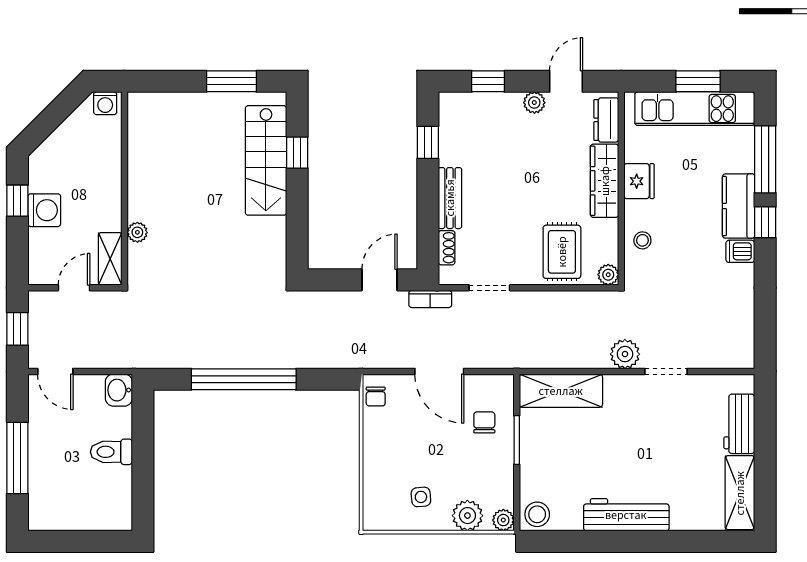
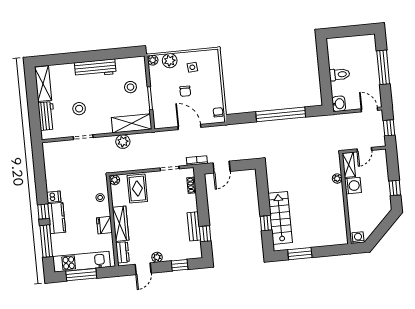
window: (698, 81) -> (81, 275), width x1.44
bench: (450, 198) -> (194, 226), moved
washing machine: (44, 210) -> (353, 186), moved, turned 180
plant: (625, 354) -> (123, 142), moved
chair: (484, 422) -> (185, 91), moved
stool: (669, 433) -> (79, 109), added
stool: (537, 514) -> (130, 87), moved

